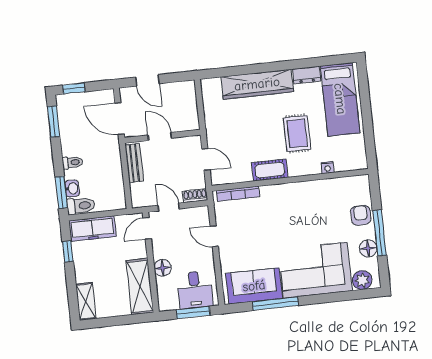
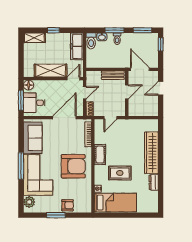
bed: (340, 99) -> (115, 203), moved, turned 180
door: (120, 119) -> (140, 69), hinge flipped
window: (61, 192) -> (115, 30), moved
armchair: (294, 213) -> (73, 166), added
door: (147, 228) -> (74, 79), hinge flipped
window: (380, 233) -> (56, 215), width x0.69
door: (214, 236) -> (65, 118), width x1.87
floor lamp: (368, 248) -> (48, 207), removed
window: (68, 251) -> (53, 30), moved
floor lamp: (163, 268) -> (29, 85), moved
shelving: (140, 286) -> (51, 71), moved
window: (275, 304) -> (21, 166), moved

